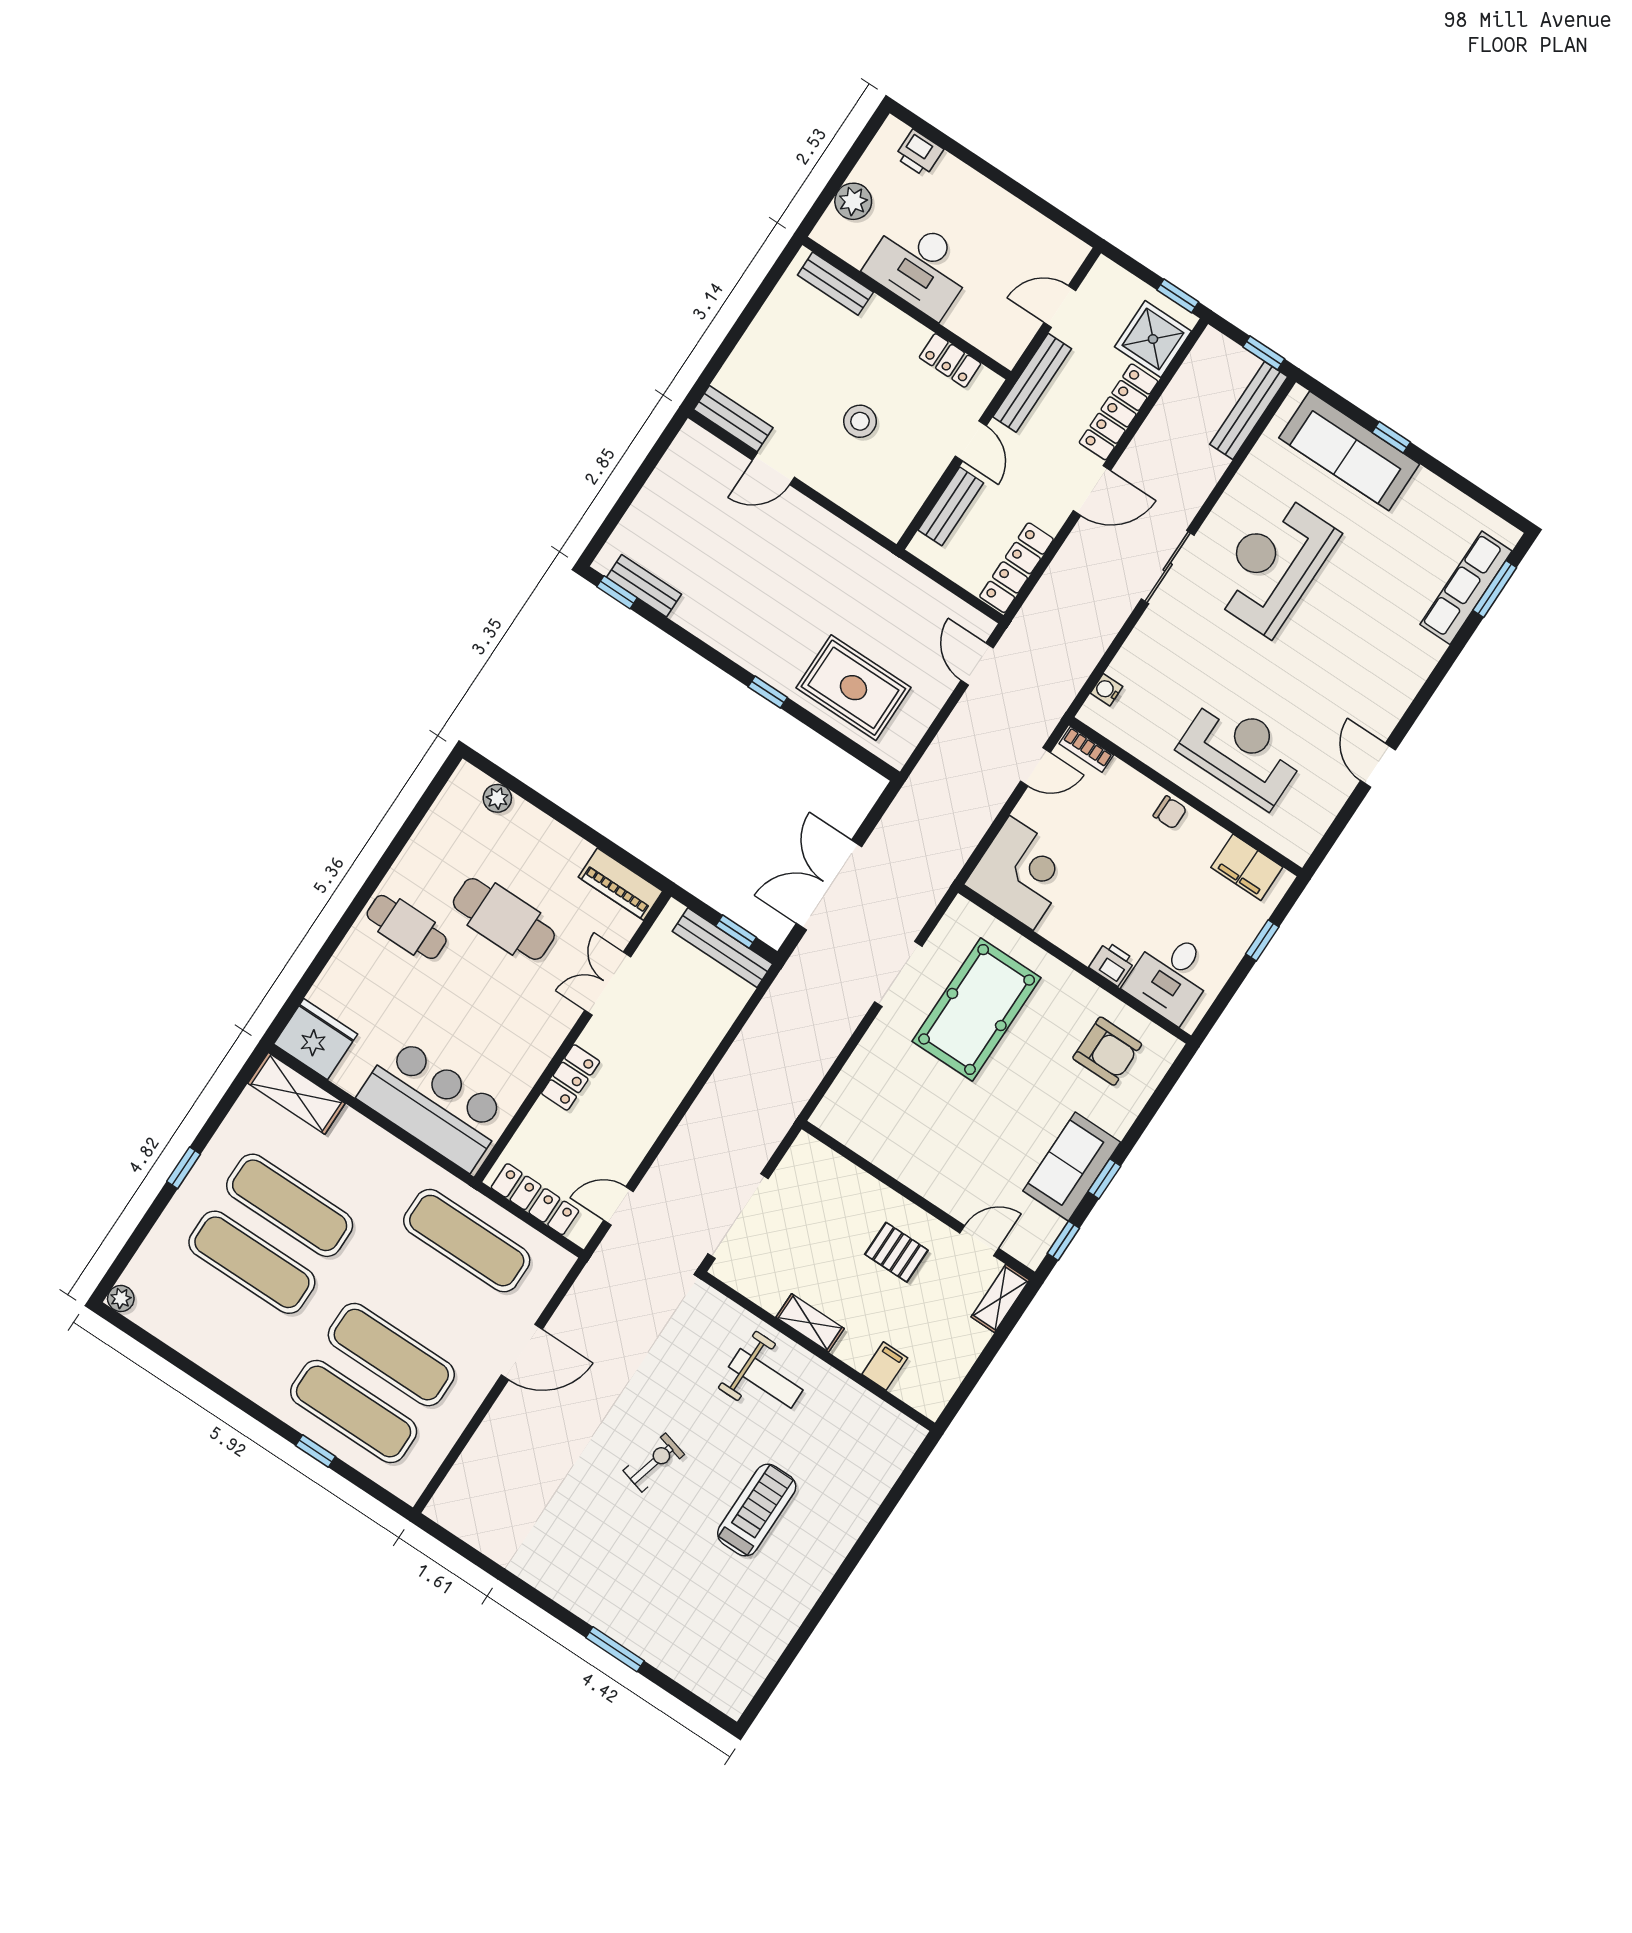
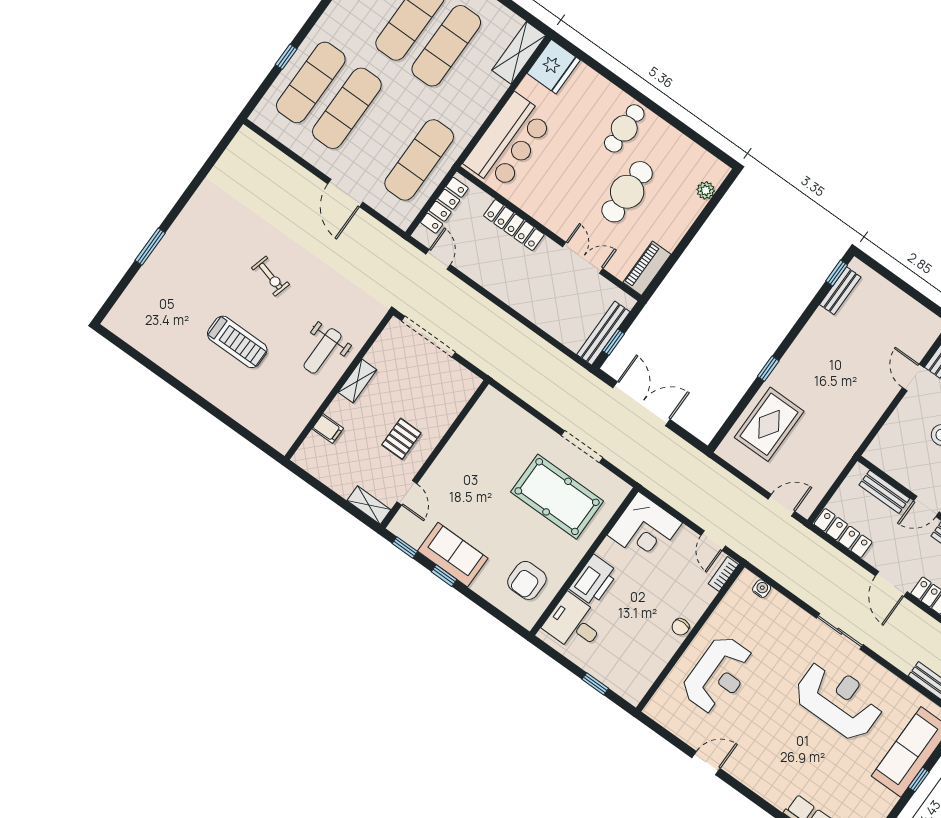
filing cabinet: (1247, 867) -> (643, 675), removed
printer: (1112, 964) -> (594, 580), width x1.87, depth x1.48
locker: (571, 1077) -> (514, 225), width x1.53

